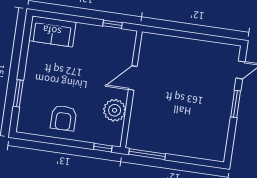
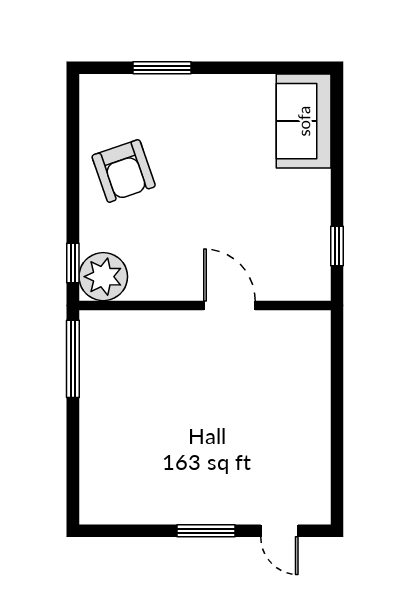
plant: (115, 110) -> (103, 277), moved
armchair: (64, 118) -> (124, 171), turned -109

